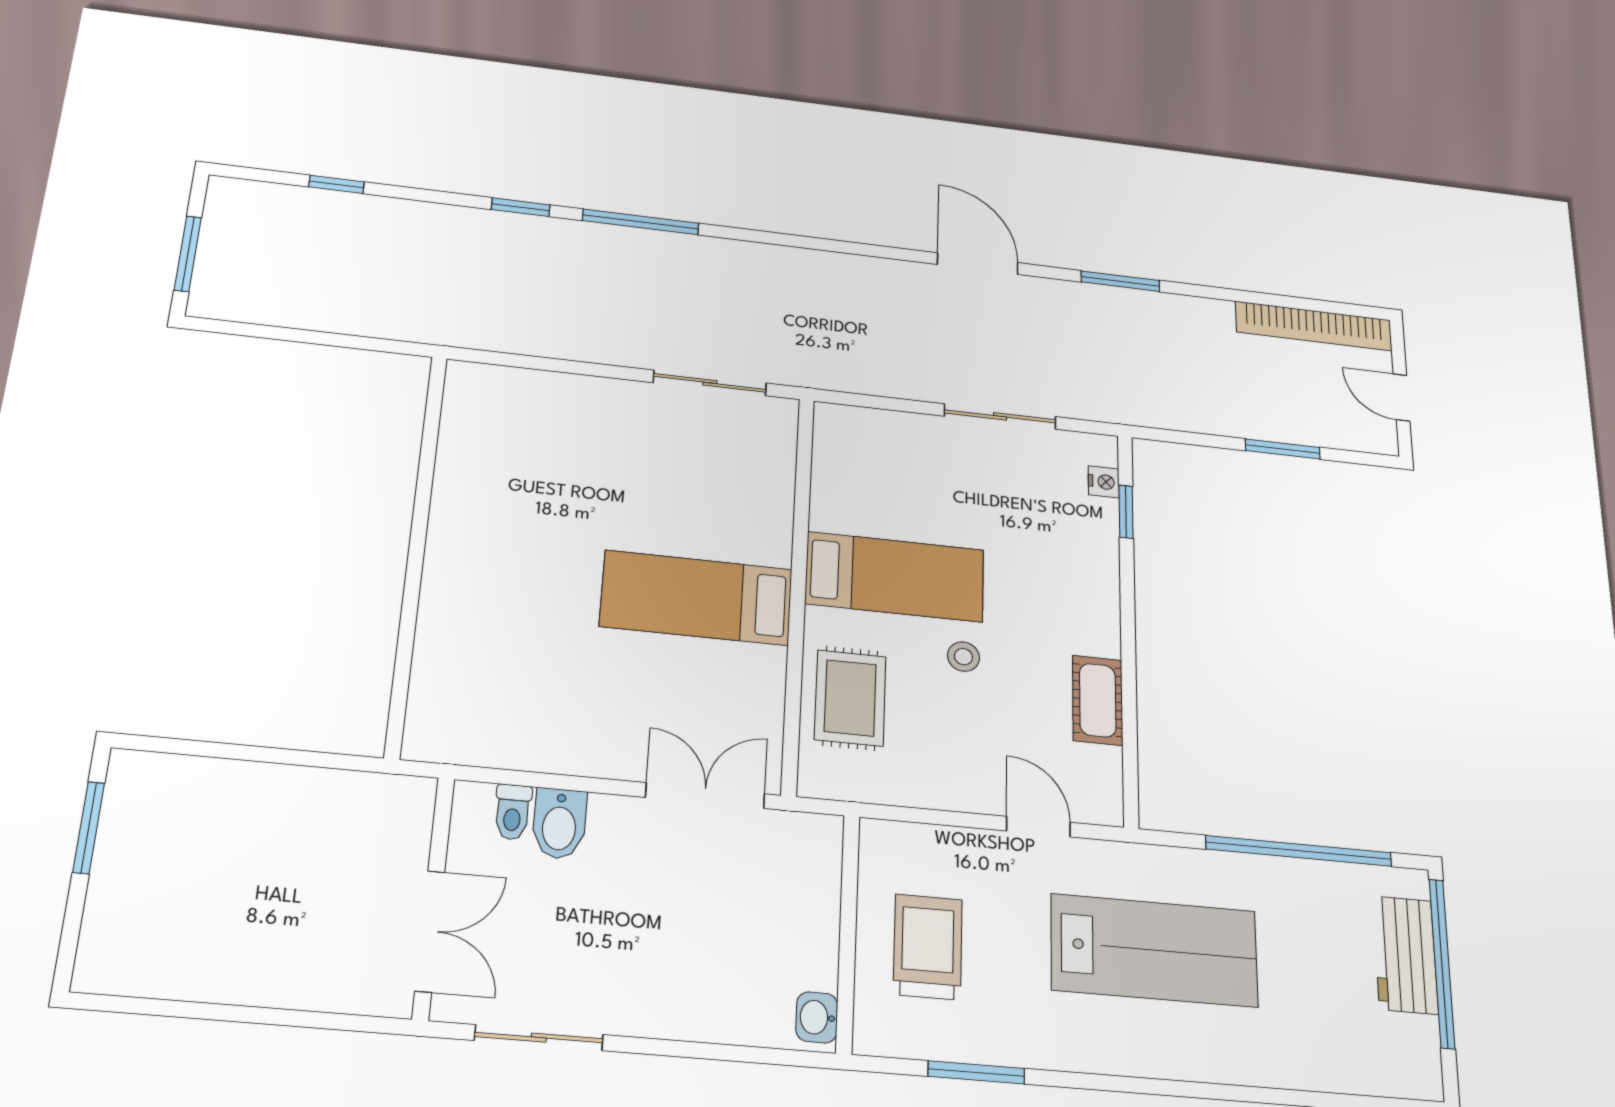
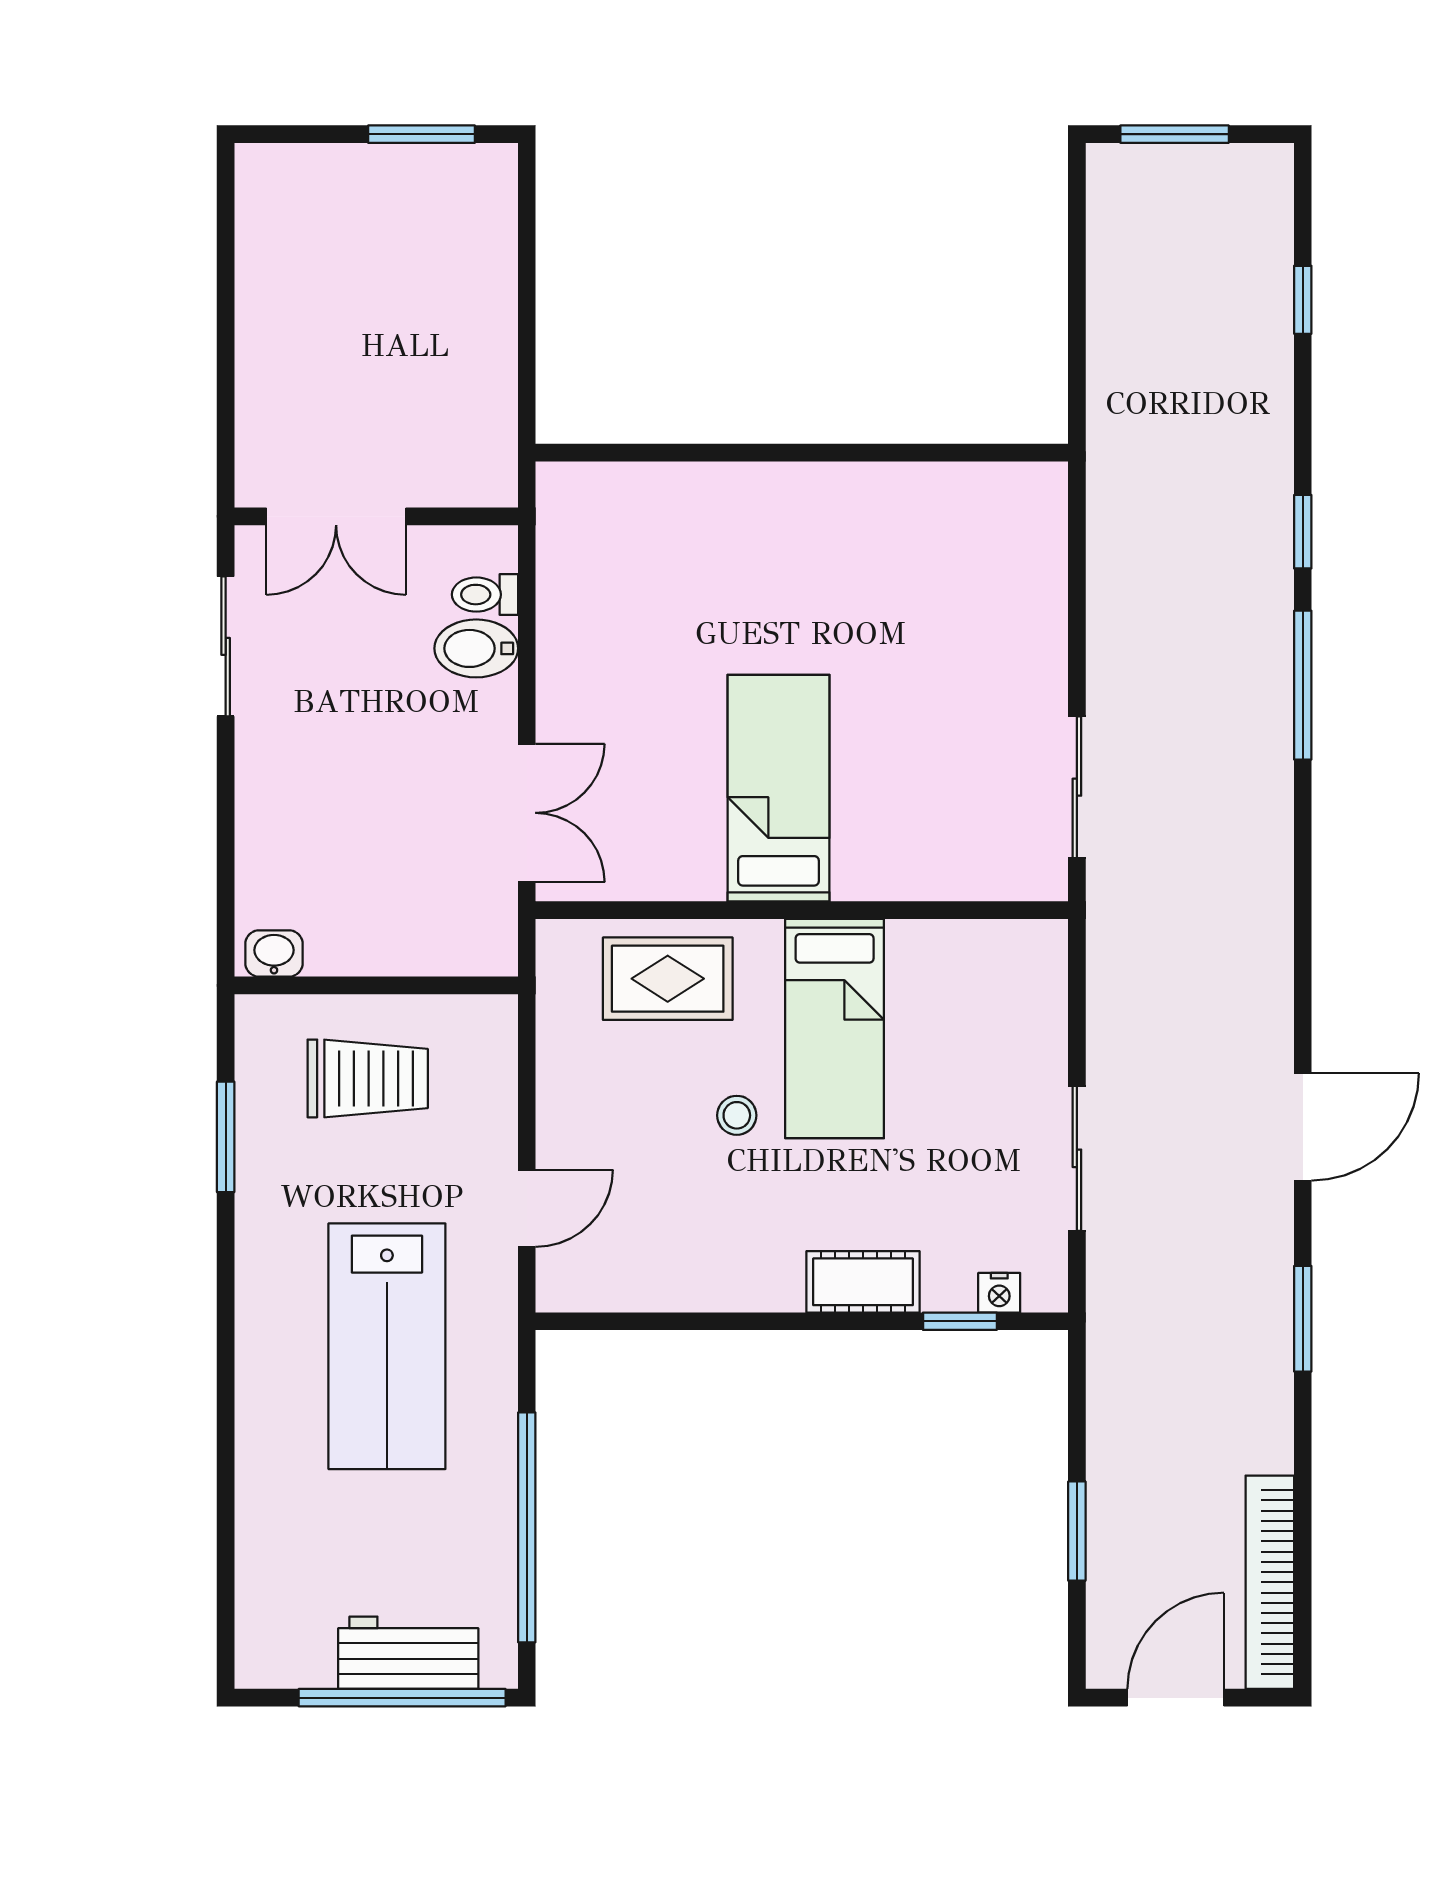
door: (1401, 397) -> (1176, 1698), width x1.38
cot: (1098, 700) -> (863, 1282), moved

